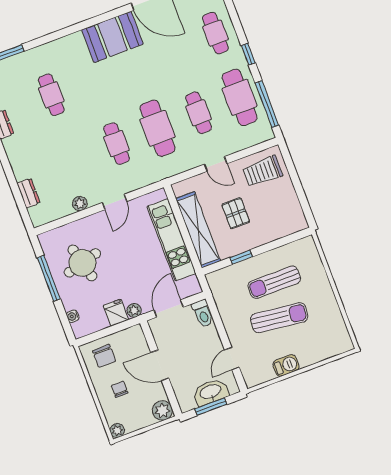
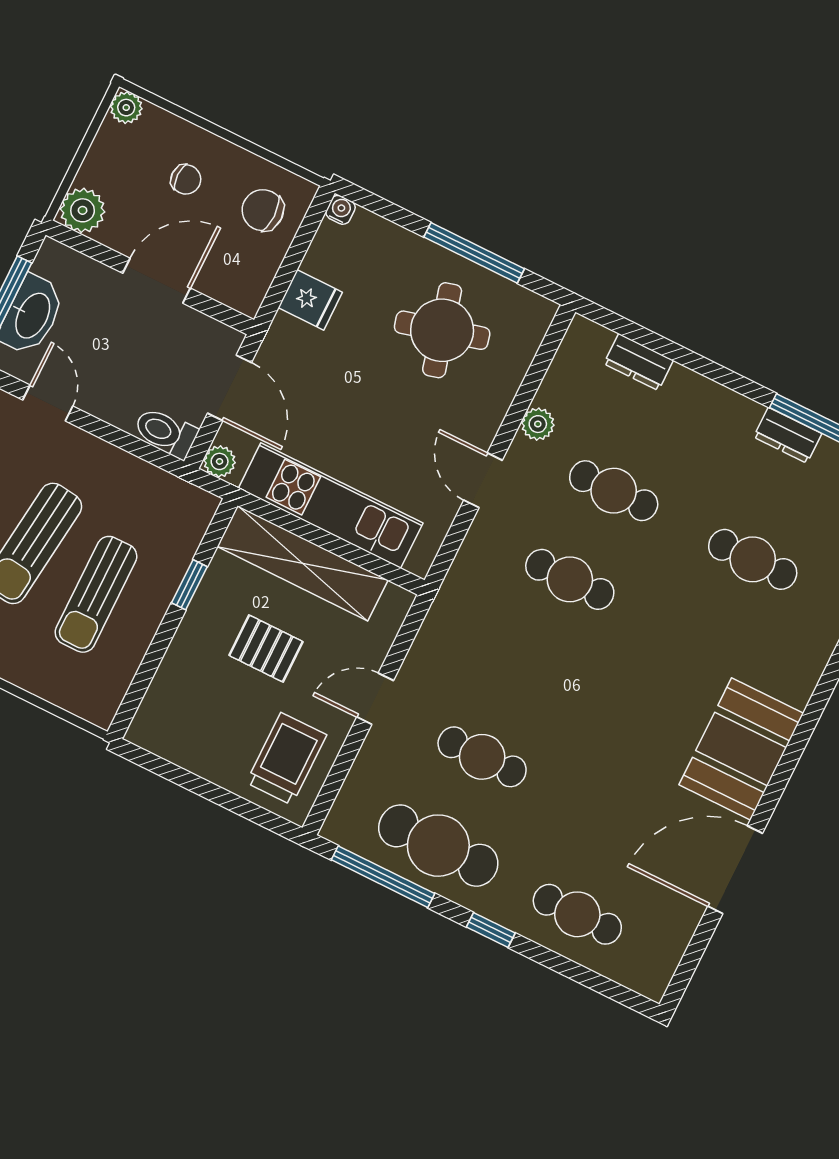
cafe table: (158, 128) -> (614, 491), moved, width x0.73, depth x0.74
sun lounger: (274, 282) -> (96, 594), turned 180
plant: (134, 310) -> (220, 461), moved
water cooler: (73, 316) -> (341, 210), moved

